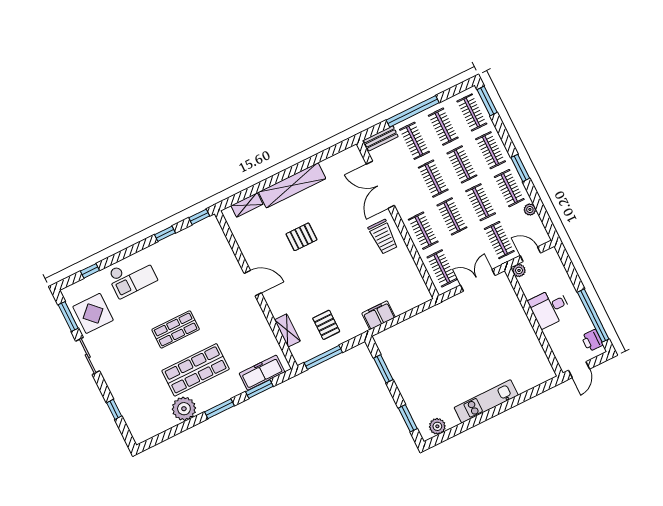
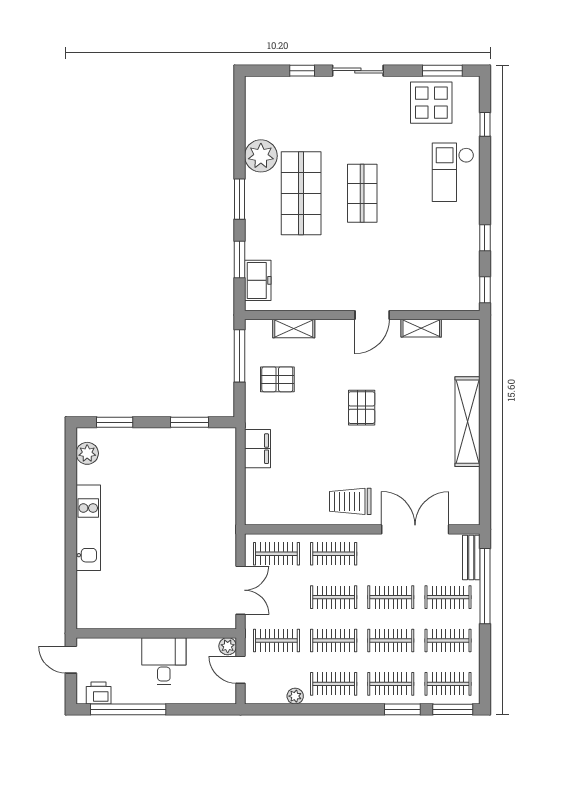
window: (413, 111) -> (485, 586), moved
window: (520, 168) -> (402, 709), moved
shelving: (247, 205) -> (421, 328), moved, turned 90
pallet: (301, 237) -> (362, 408), moved
door: (530, 254) -> (240, 670), swing flipped
sliding door: (88, 356) -> (358, 71), moved
freezer: (262, 373) -> (258, 280), width x0.71

